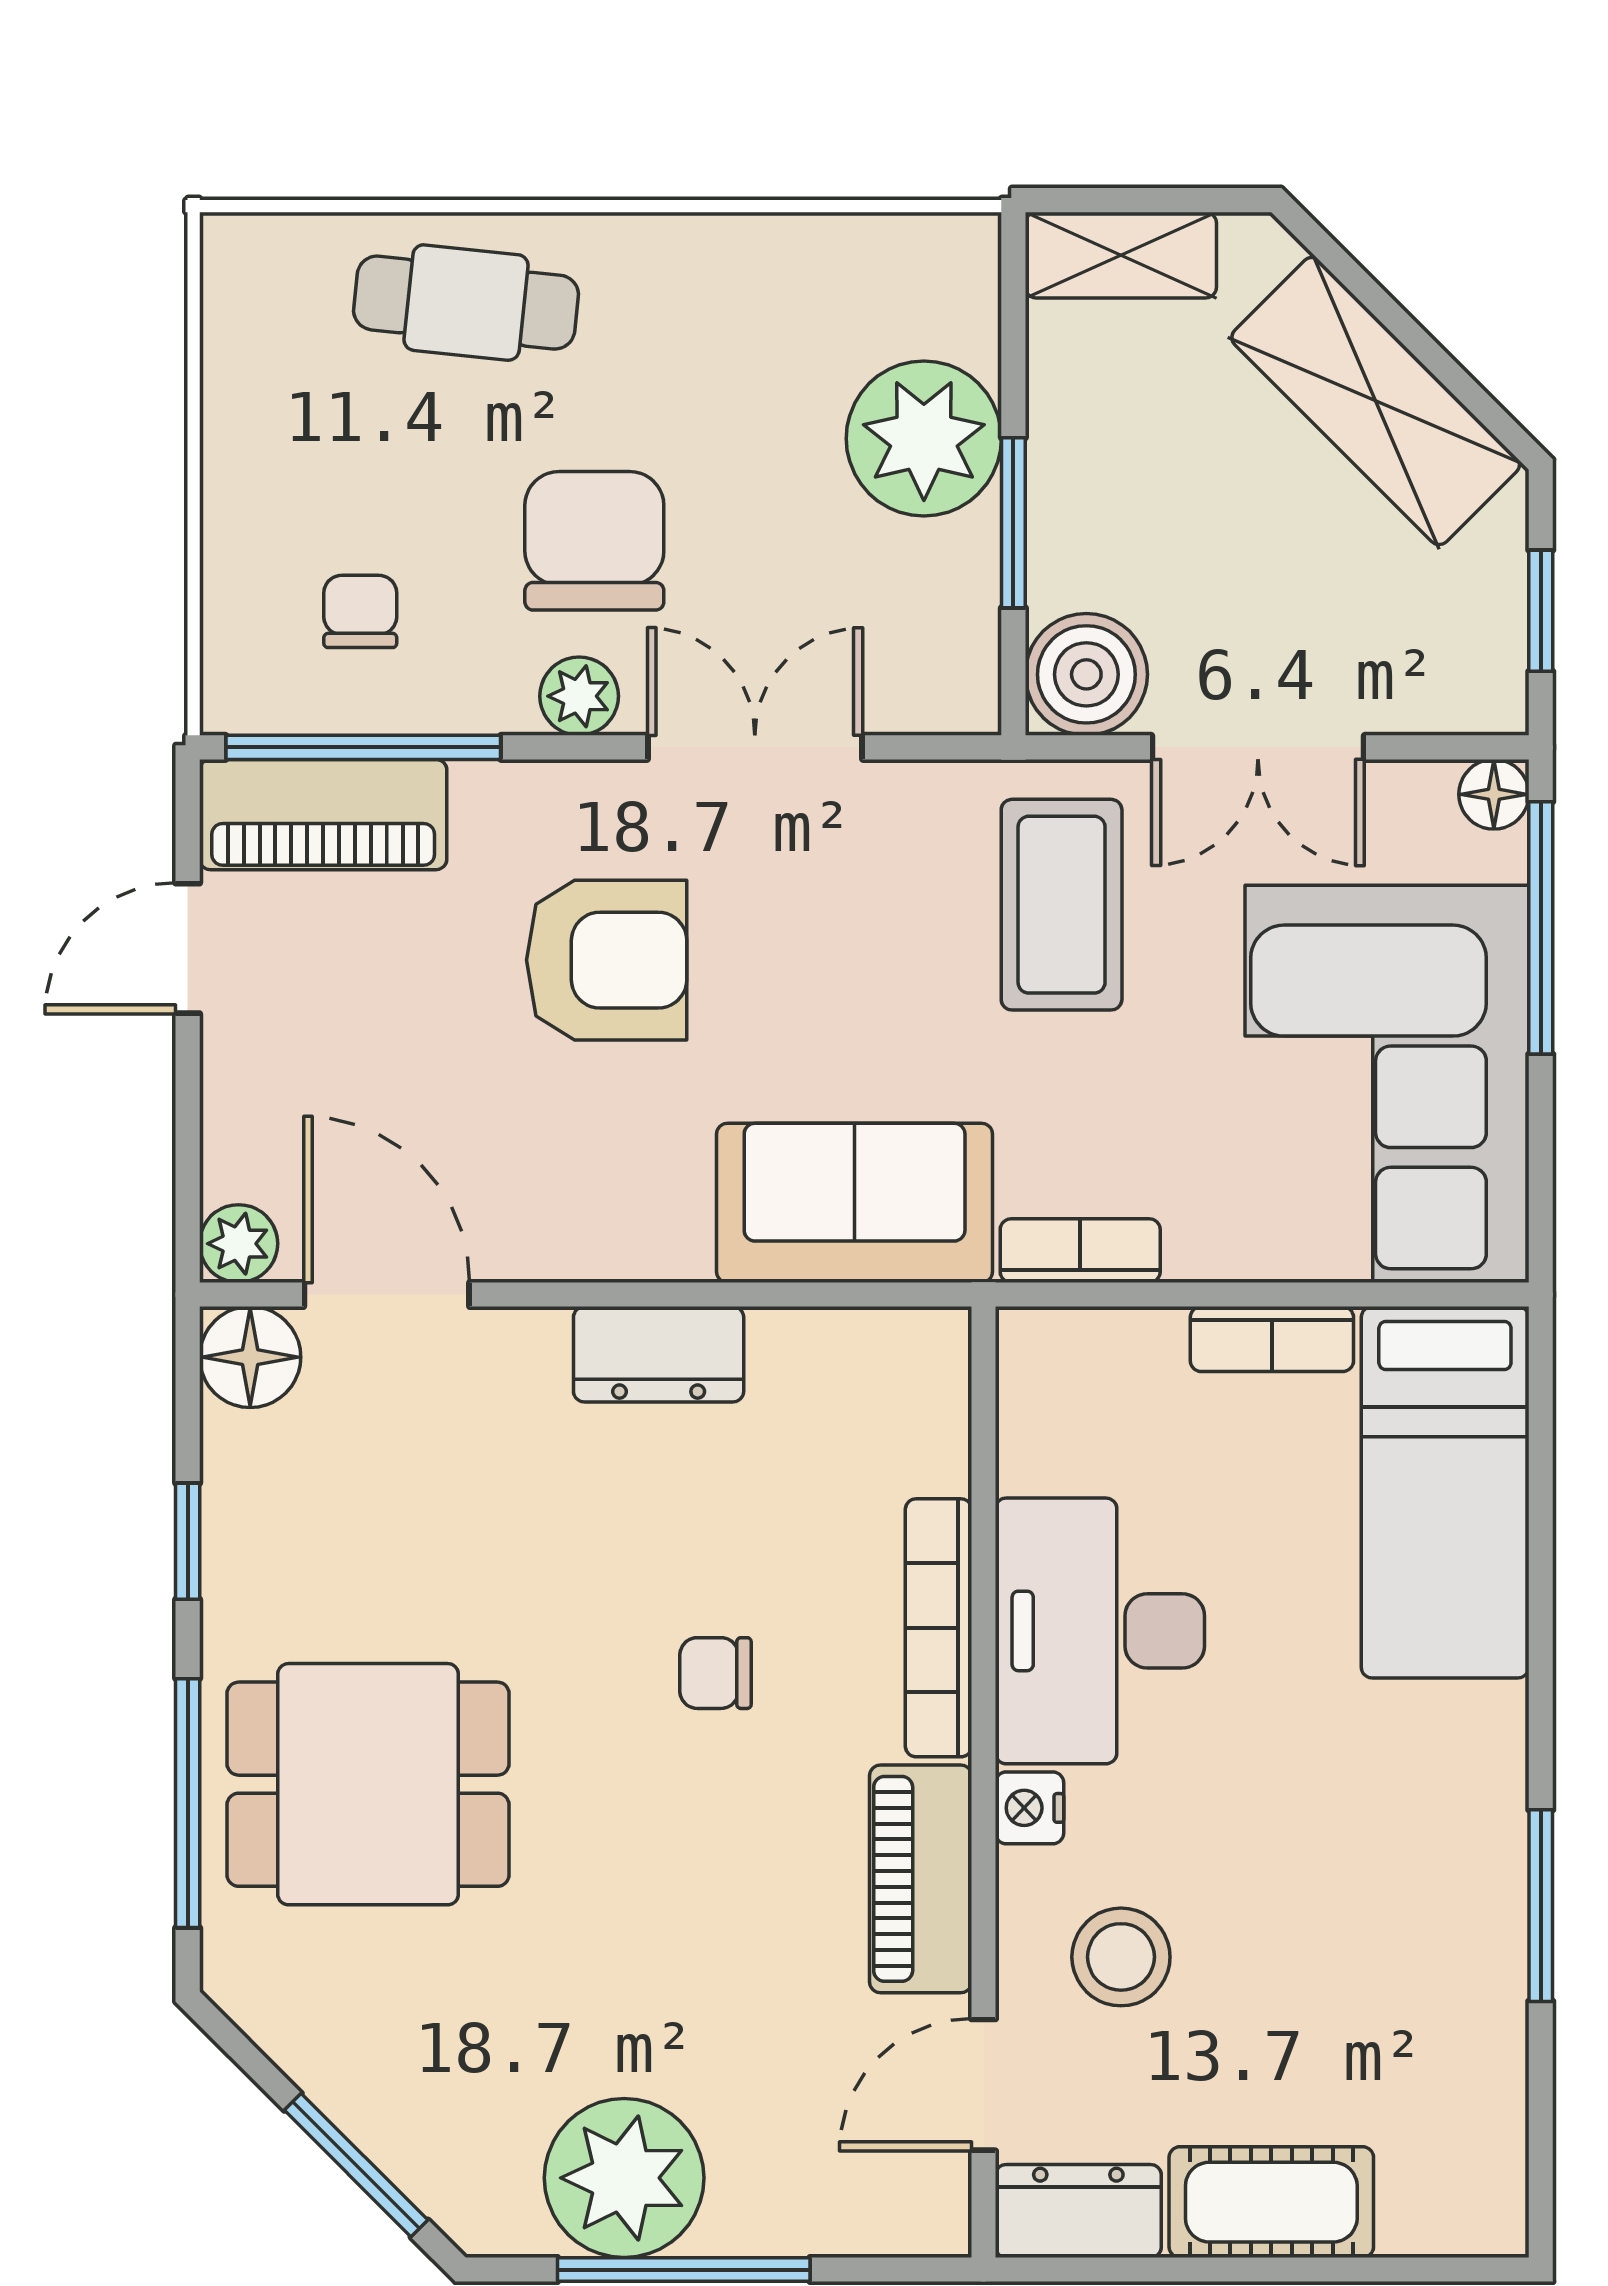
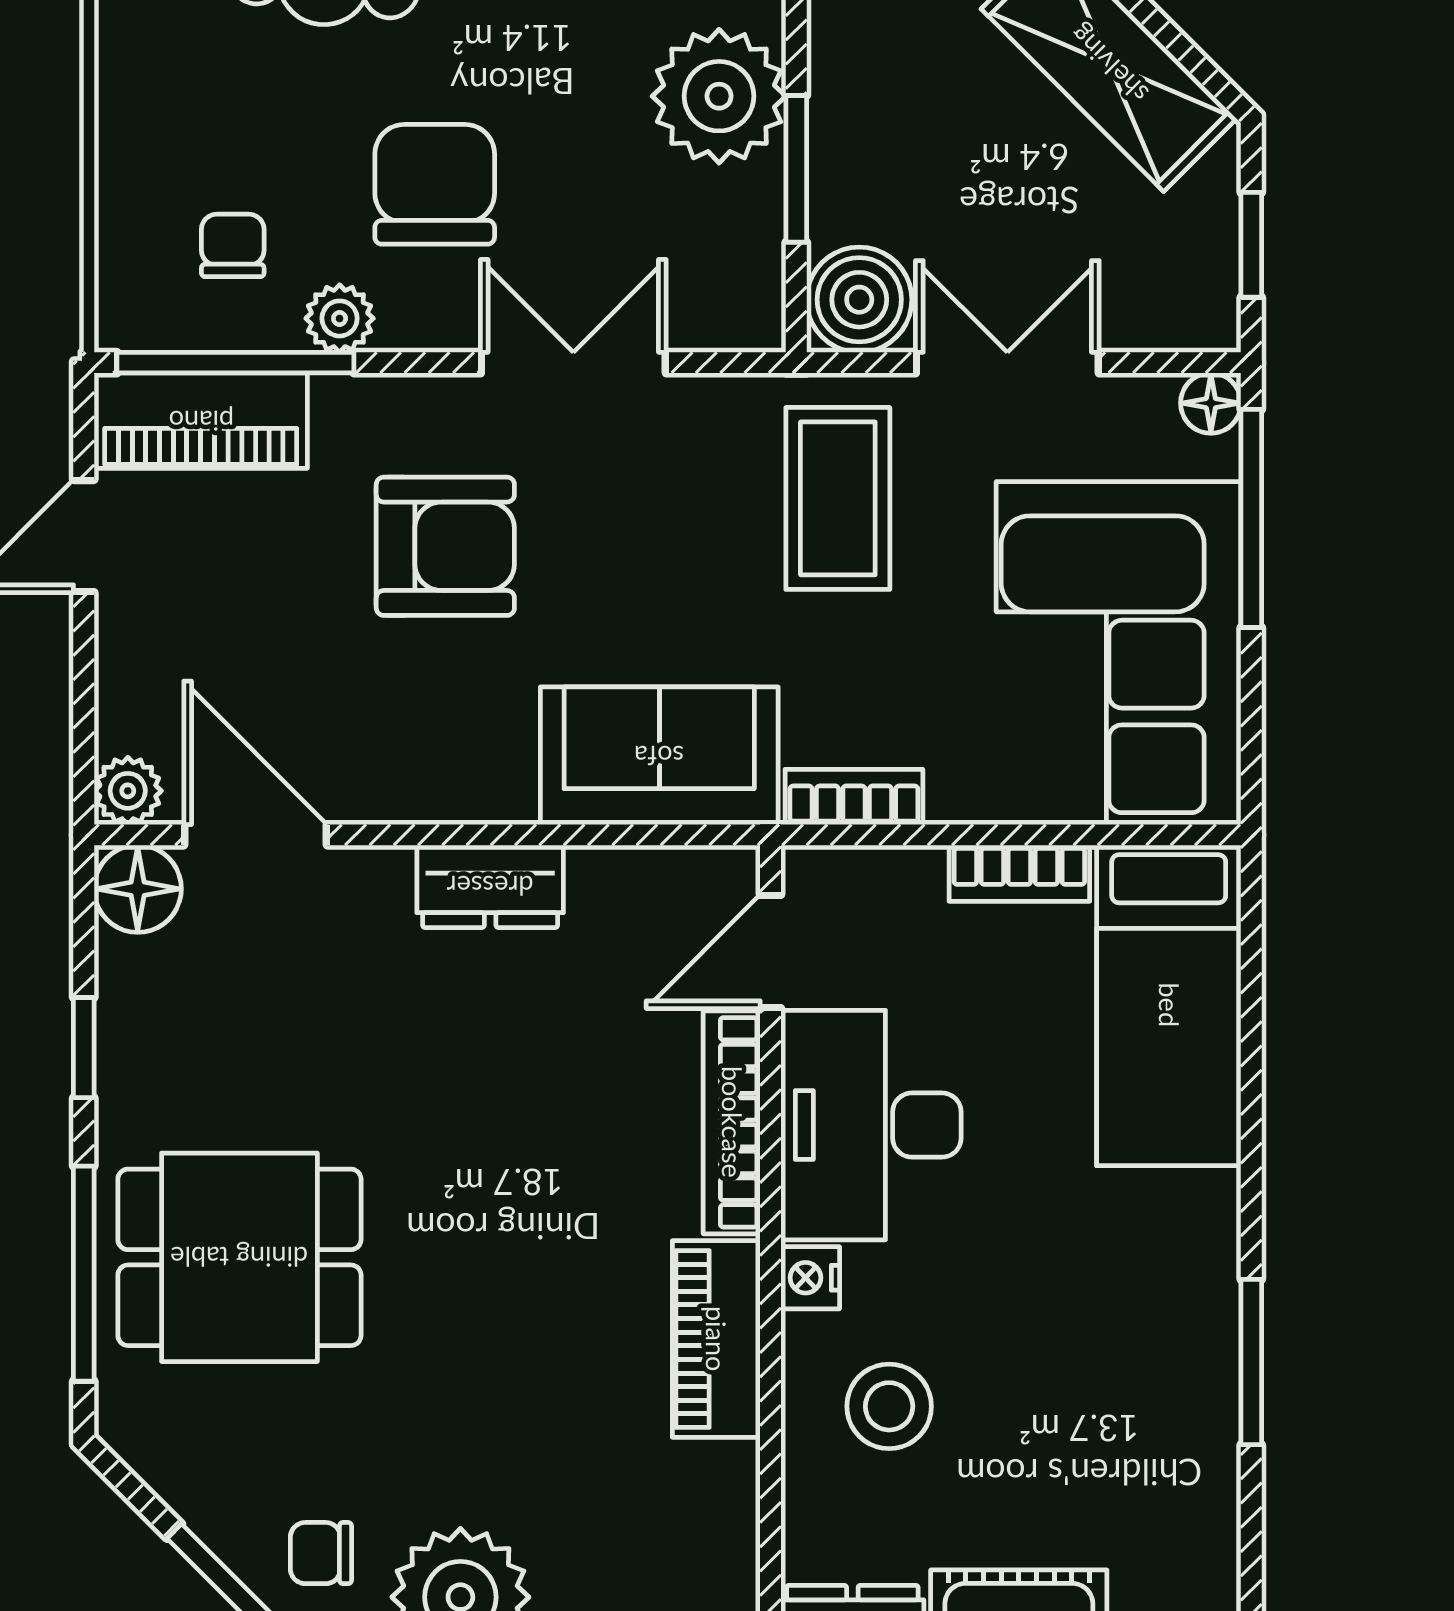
plant: (579, 696) -> (340, 318), moved
double door: (1258, 747) -> (1007, 363), swing flipped
chair: (715, 1673) -> (321, 1553), moved
door: (984, 2085) -> (771, 951), moved

